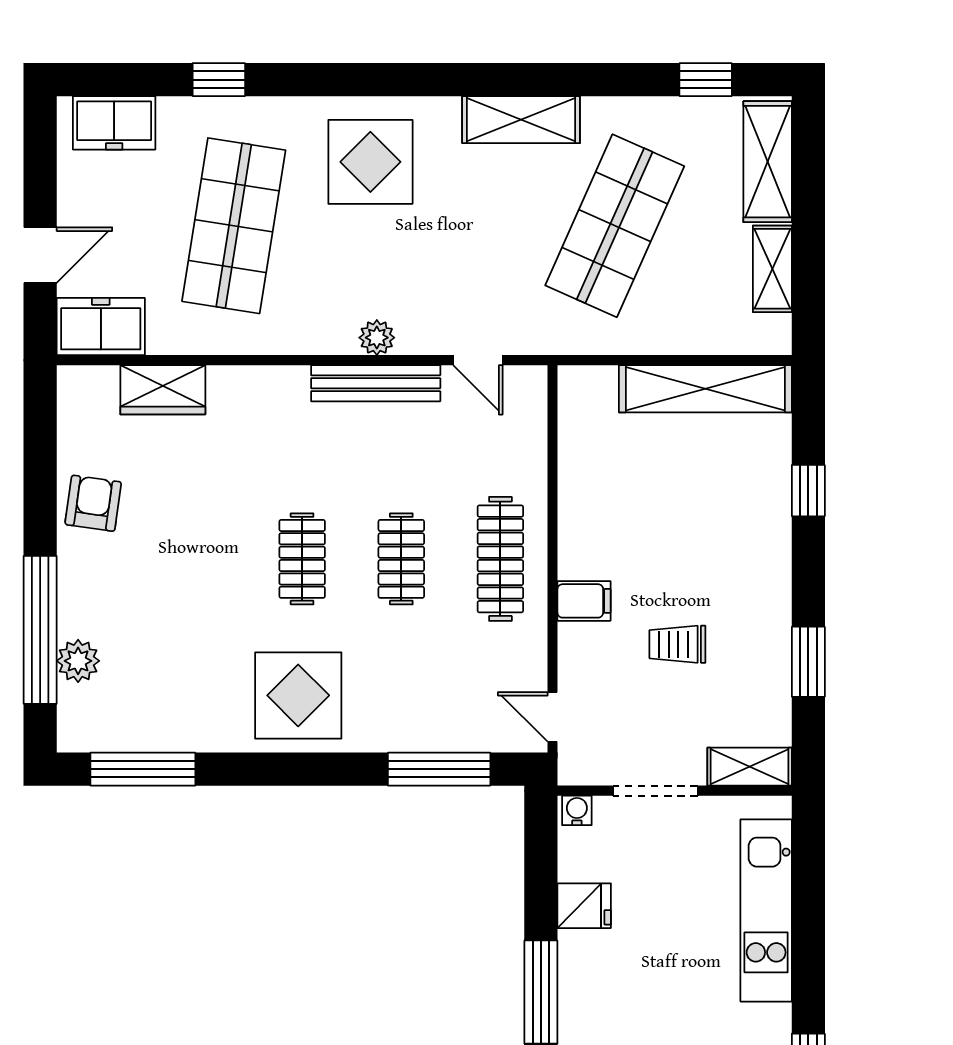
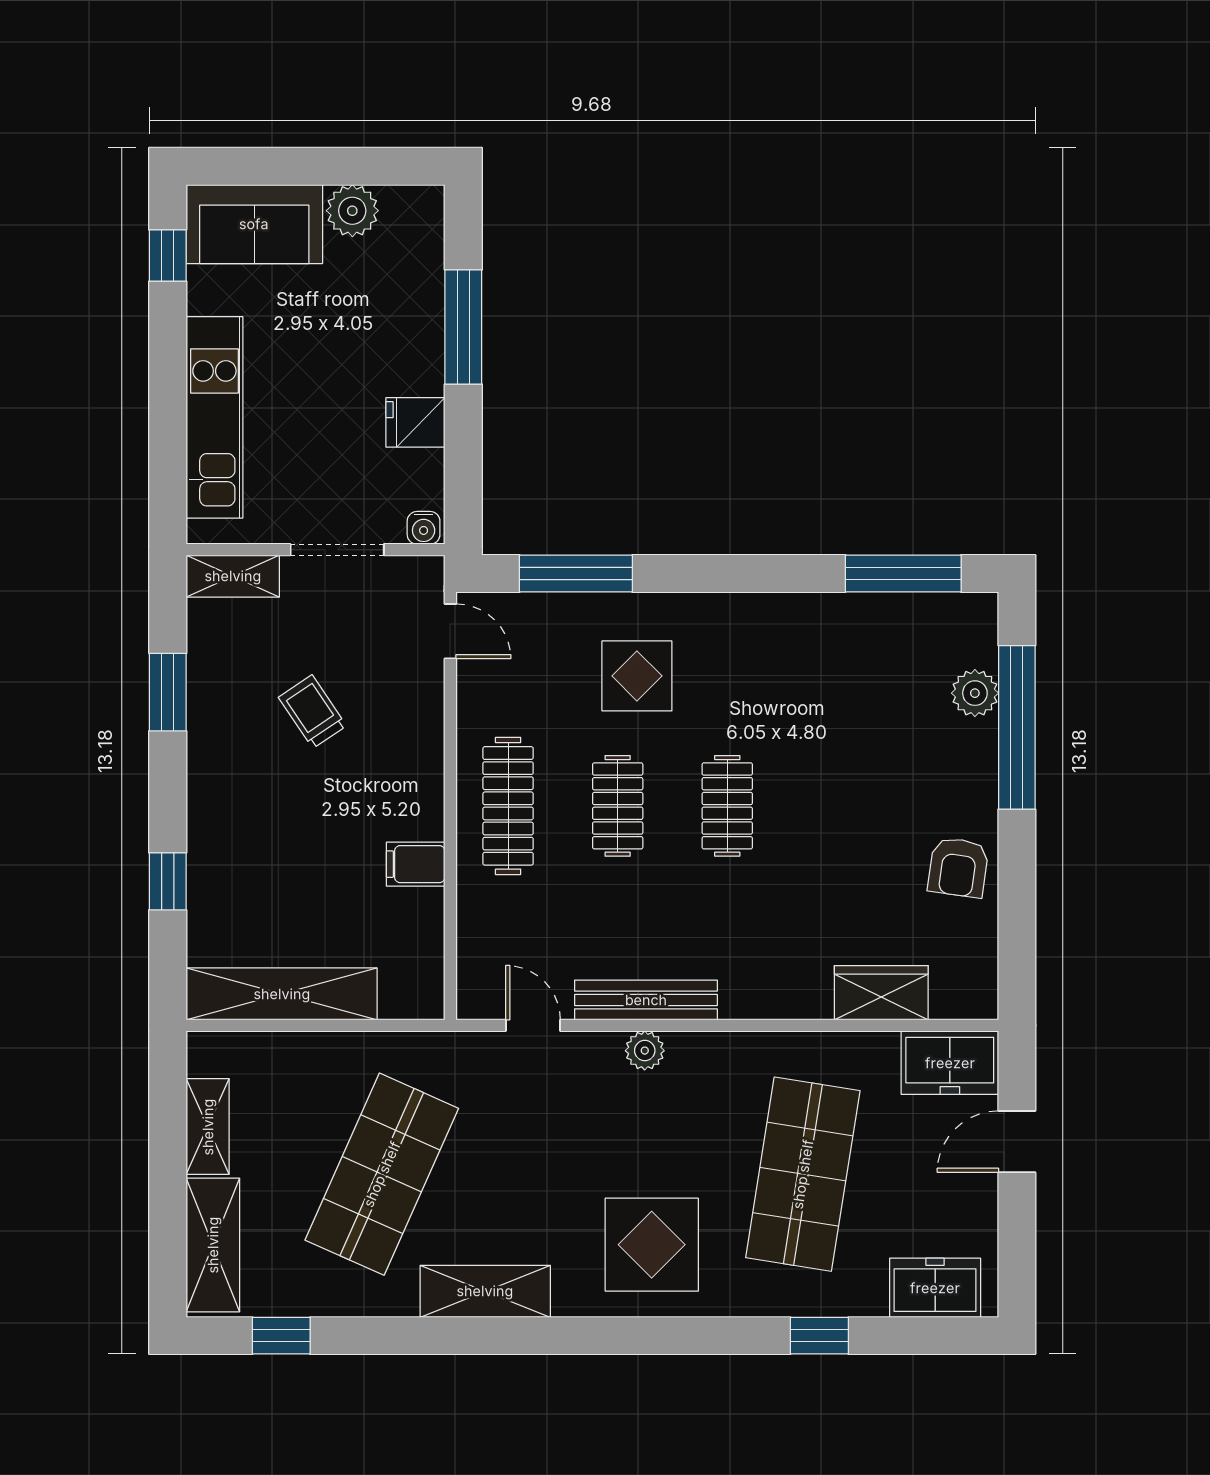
filing cabinet: (584, 601) -> (416, 864), moved
trolley: (677, 644) -> (312, 712), turned -124
display table: (298, 695) -> (637, 676), moved, width x0.73, depth x0.73

